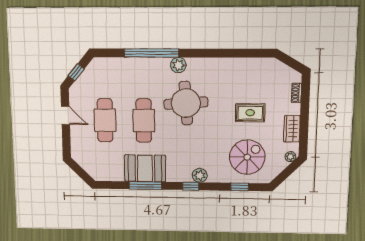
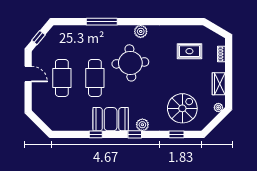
window: (151, 53) -> (102, 22), width x0.68
plant: (178, 65) -> (141, 31), moved
rug: (250, 113) -> (189, 51), moved
booth: (145, 168) -> (111, 119), moved
window: (145, 186) -> (96, 134), width x0.46

